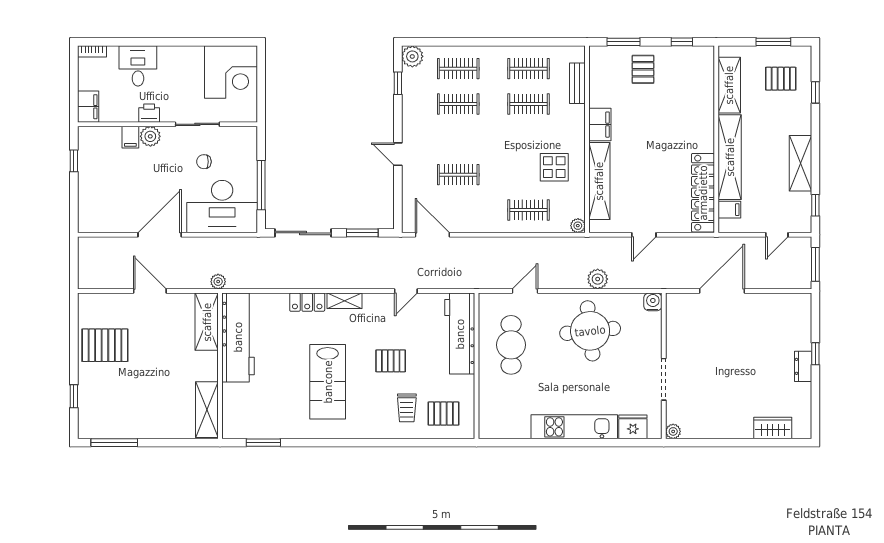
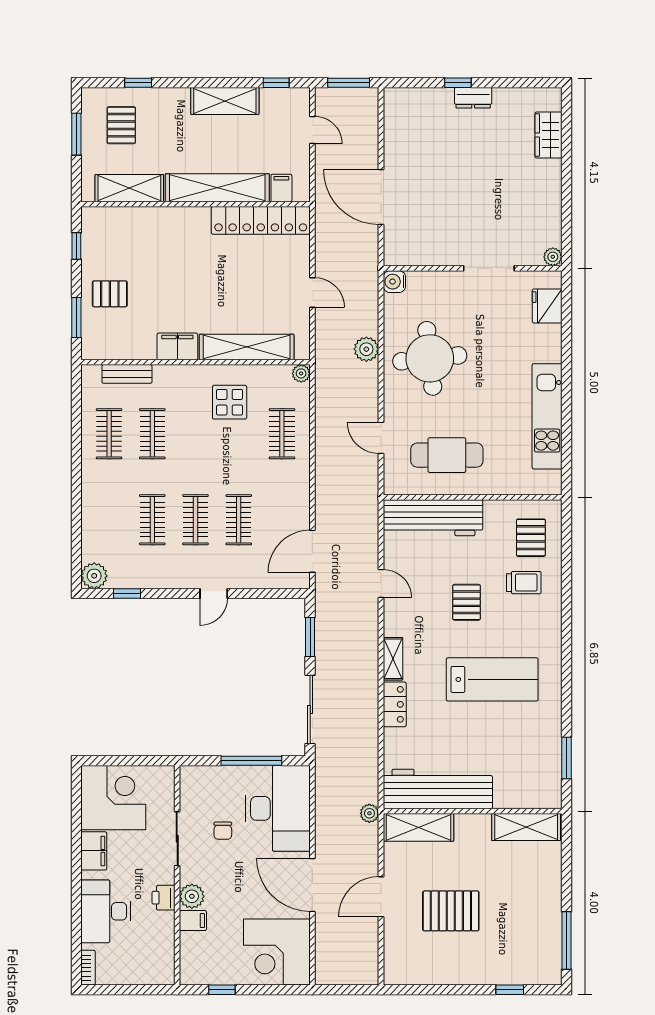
desk: (138, 66) -> (106, 911), width x1.37
clothes rail: (458, 69) -> (196, 520), moved
filing cabinet: (88, 107) -> (94, 851), moved, turned 90
corner desk: (105, 206) -> (277, 952), added
pallet: (105, 345) -> (451, 911), moved, turned 90
kitchen unit: (574, 427) -> (547, 416), moved

